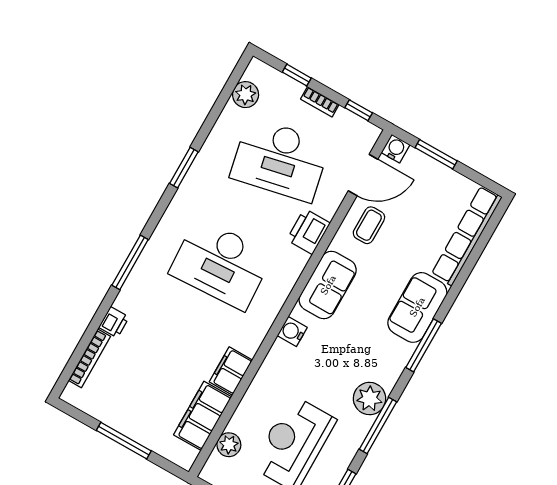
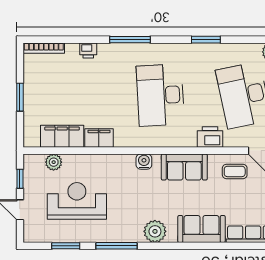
window: (424, 345) -> (181, 246), removed
bookcase: (89, 358) -> (44, 48), moved
plant: (370, 399) -> (155, 231), moved
window: (124, 441) -> (20, 97), width x0.69

